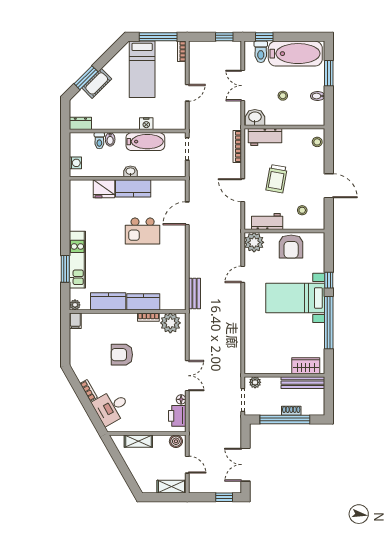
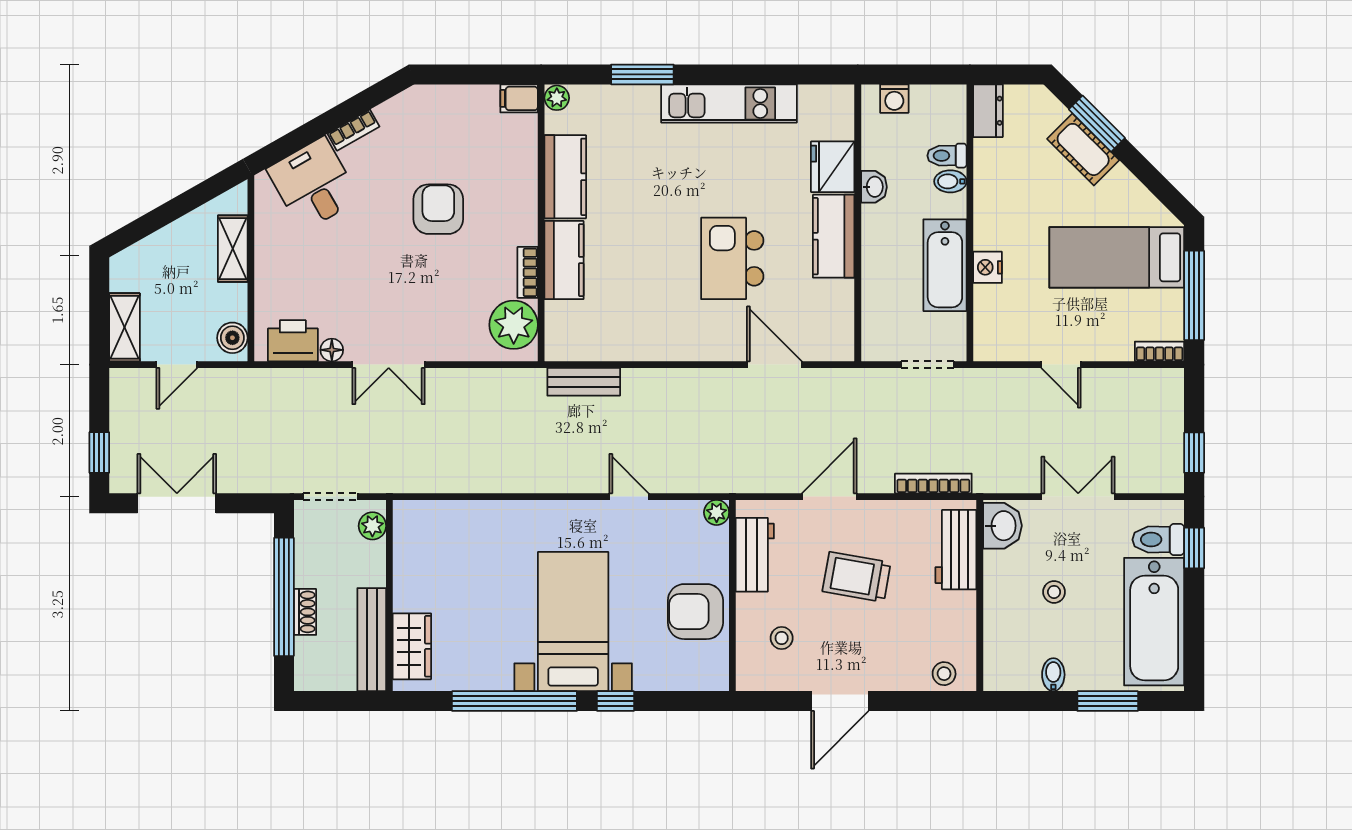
washbasin: (130, 171) -> (874, 187), moved
plant: (254, 242) -> (717, 512), width x0.53, depth x0.53
kitchen unit: (77, 260) -> (729, 103), moved

